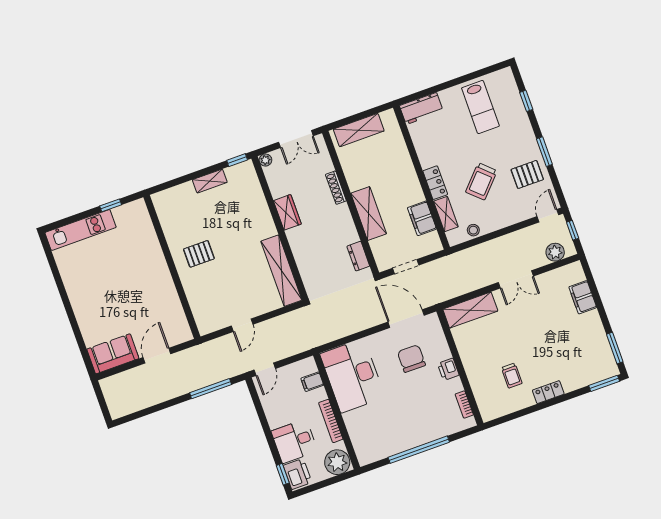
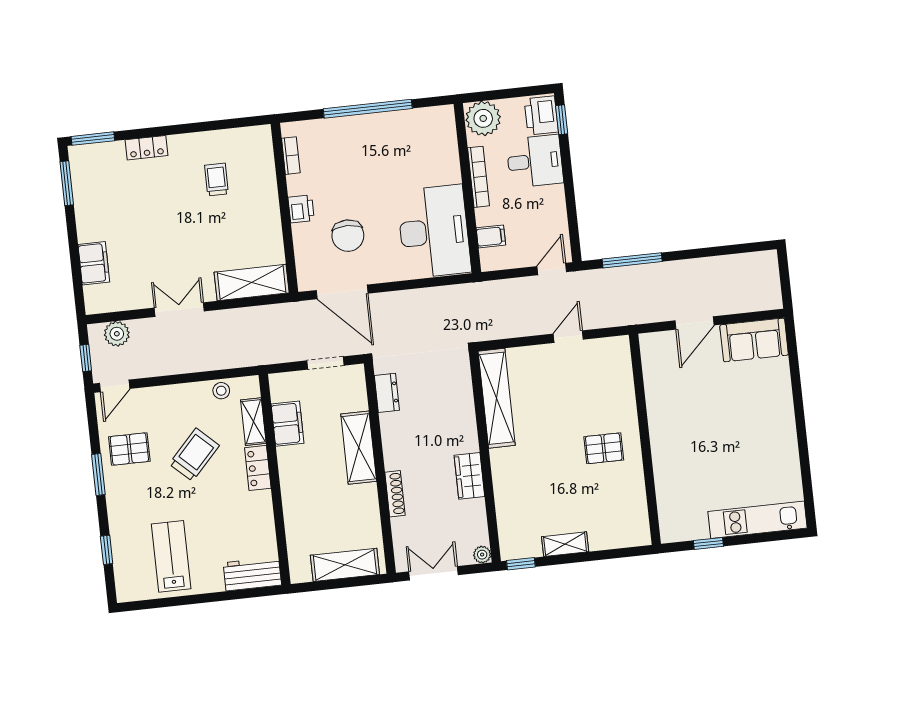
locker: (548, 392) -> (146, 148), moved

